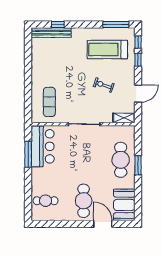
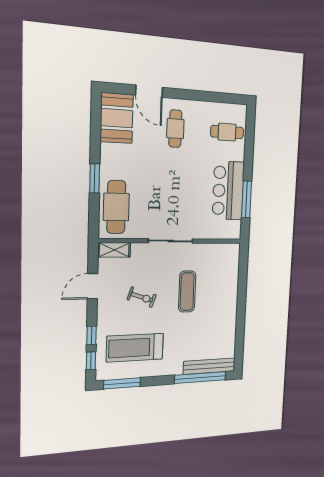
window: (58, 24) -> (200, 378), width x3.17
treadmill: (107, 49) -> (135, 348), turned 180
exercise mat: (49, 102) -> (187, 292), moved
bar counter: (43, 146) -> (228, 191), moved
cafe table: (121, 160) -> (116, 207), moved
cafe table: (84, 201) -> (175, 129), width x0.73, depth x0.74

